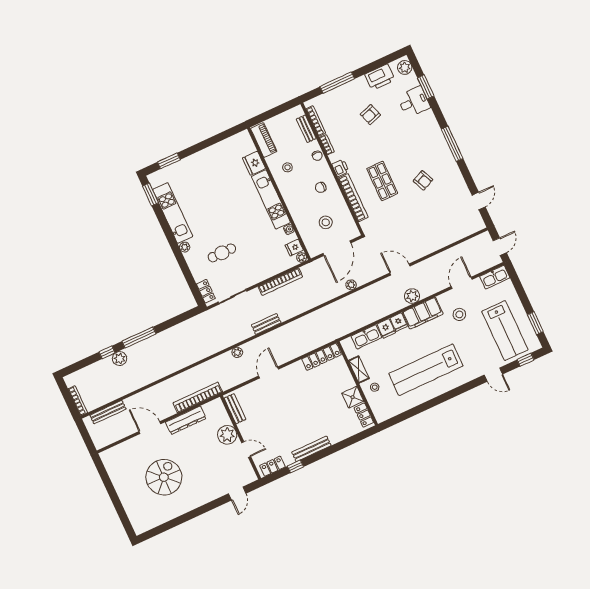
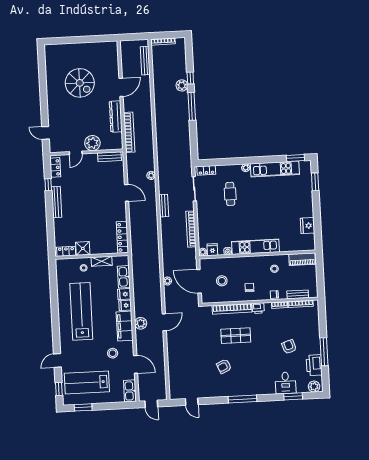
window: (337, 83) -> (324, 352), moved
fridge: (254, 163) -> (308, 226), moved, turned -90

